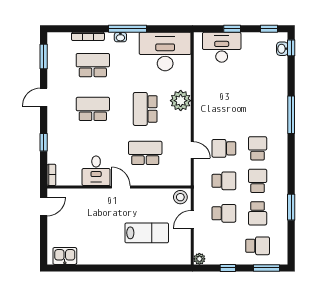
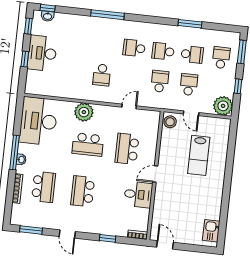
desk: (222, 47) -> (42, 53), moved
school desk: (93, 65) -> (43, 187), turned 180
school desk: (224, 148) -> (102, 75), moved
lab bench: (147, 233) -> (199, 155), turned 180
plant: (199, 259) -> (223, 106), width x1.88, depth x1.88

